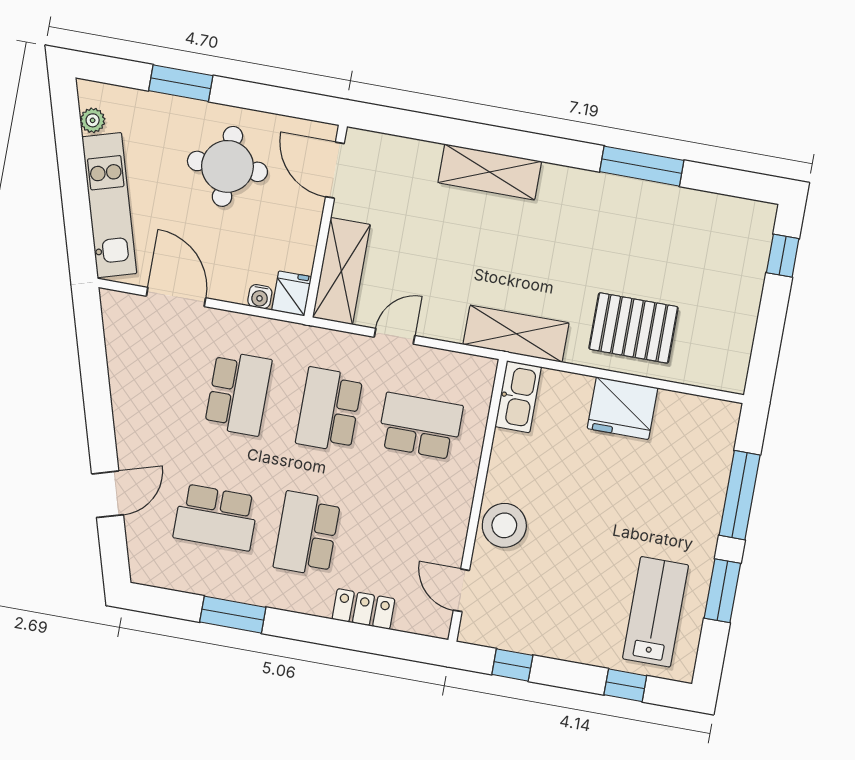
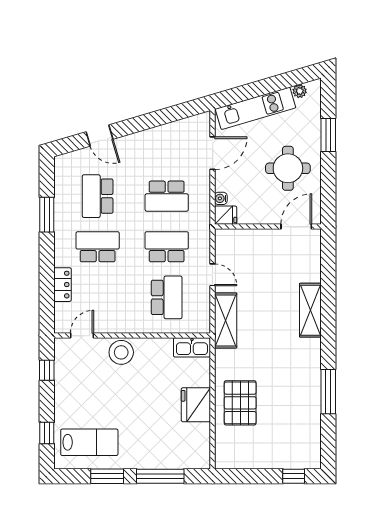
shelving: (341, 271) -> (243, 240), removed
shelving: (516, 334) -> (226, 320), moved

